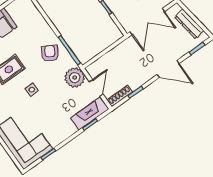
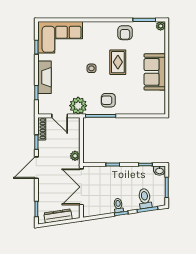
plant: (123, 48) -> (75, 156), added
armchair: (50, 53) -> (108, 100), turned 151
door: (168, 69) -> (36, 168), moved
fireplace: (90, 113) -> (45, 77), moved

